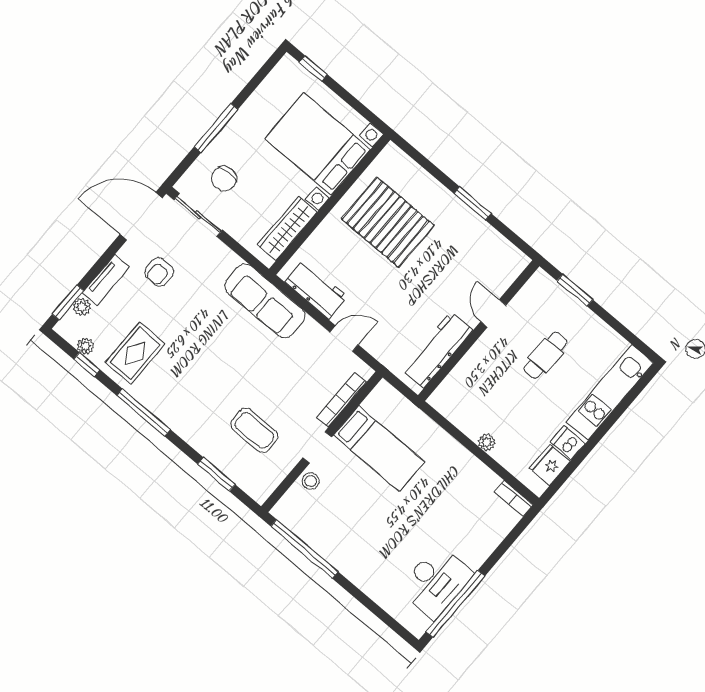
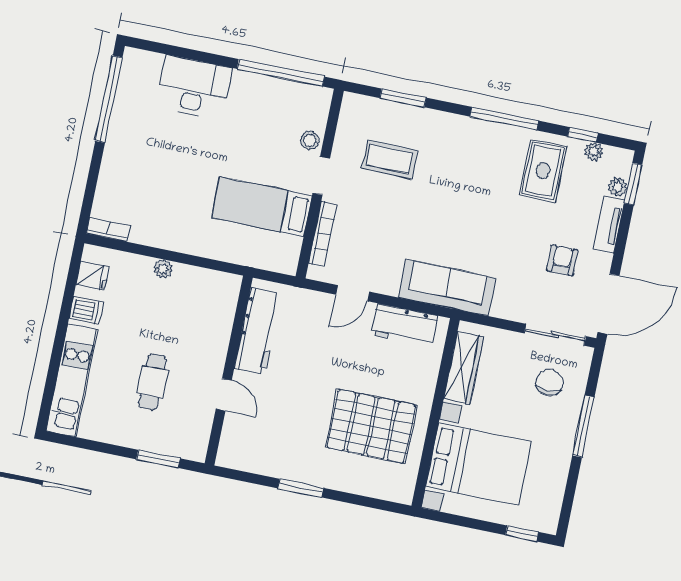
fridge: (550, 465) -> (92, 276), width x0.72
desk: (436, 582) -> (194, 87), moved, turned 90

